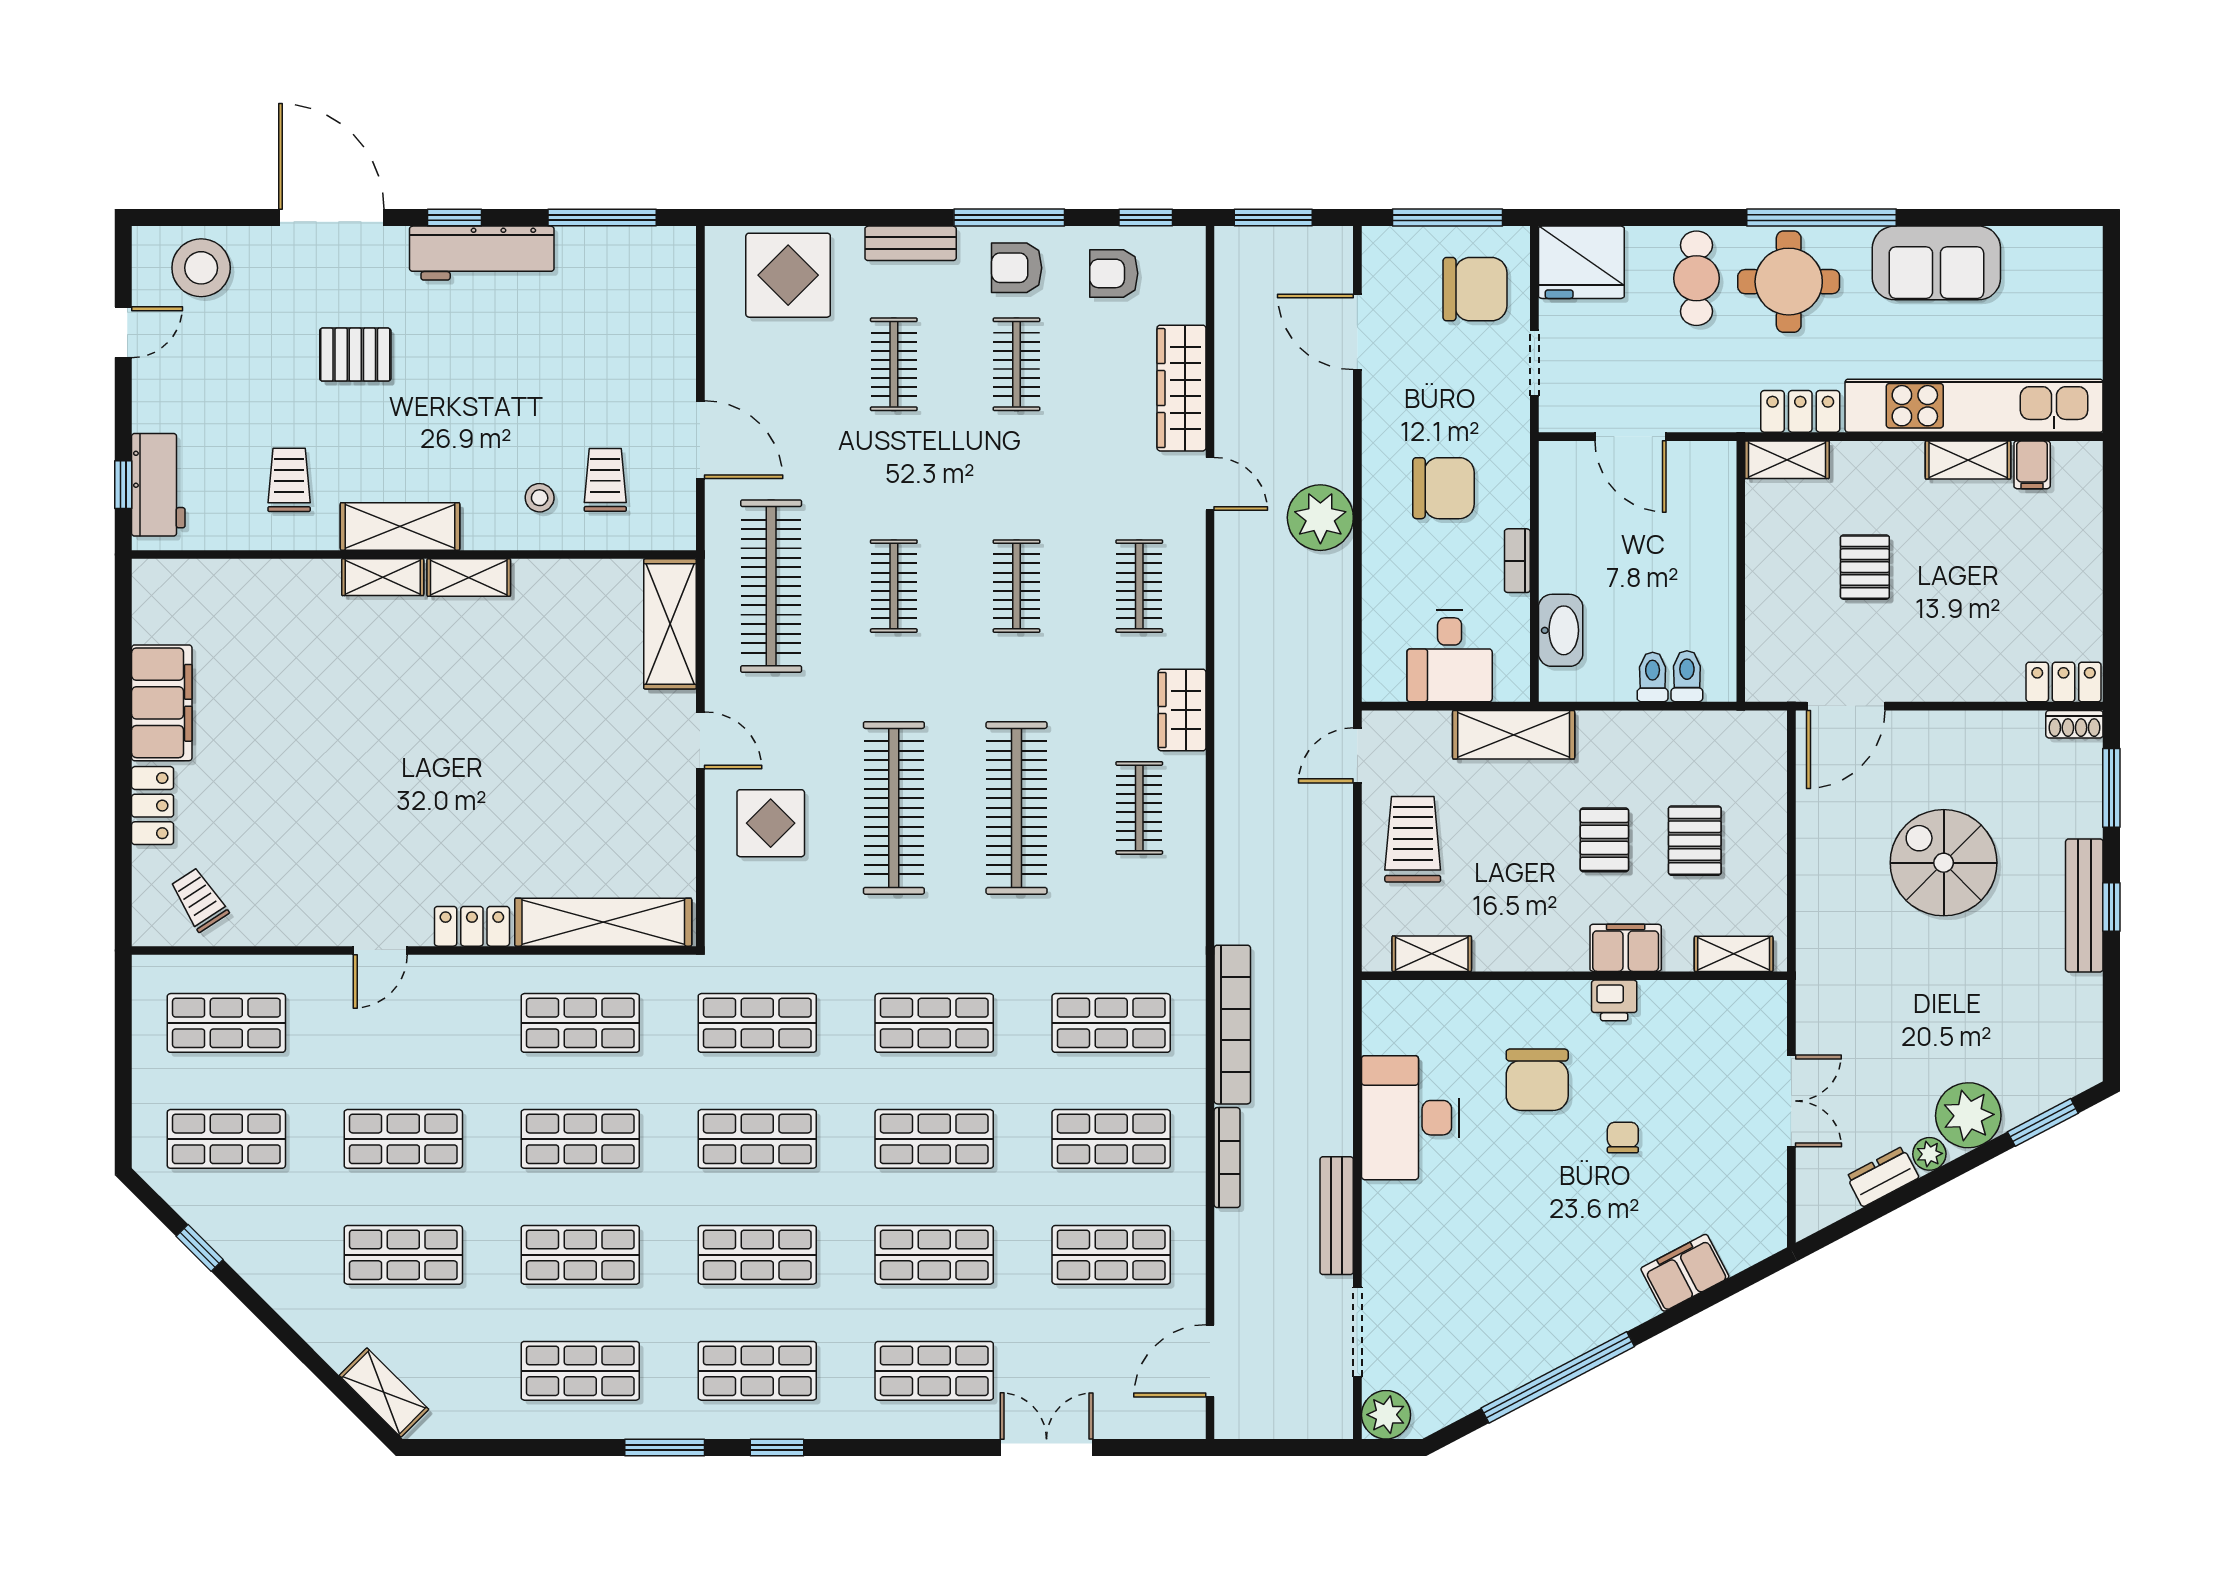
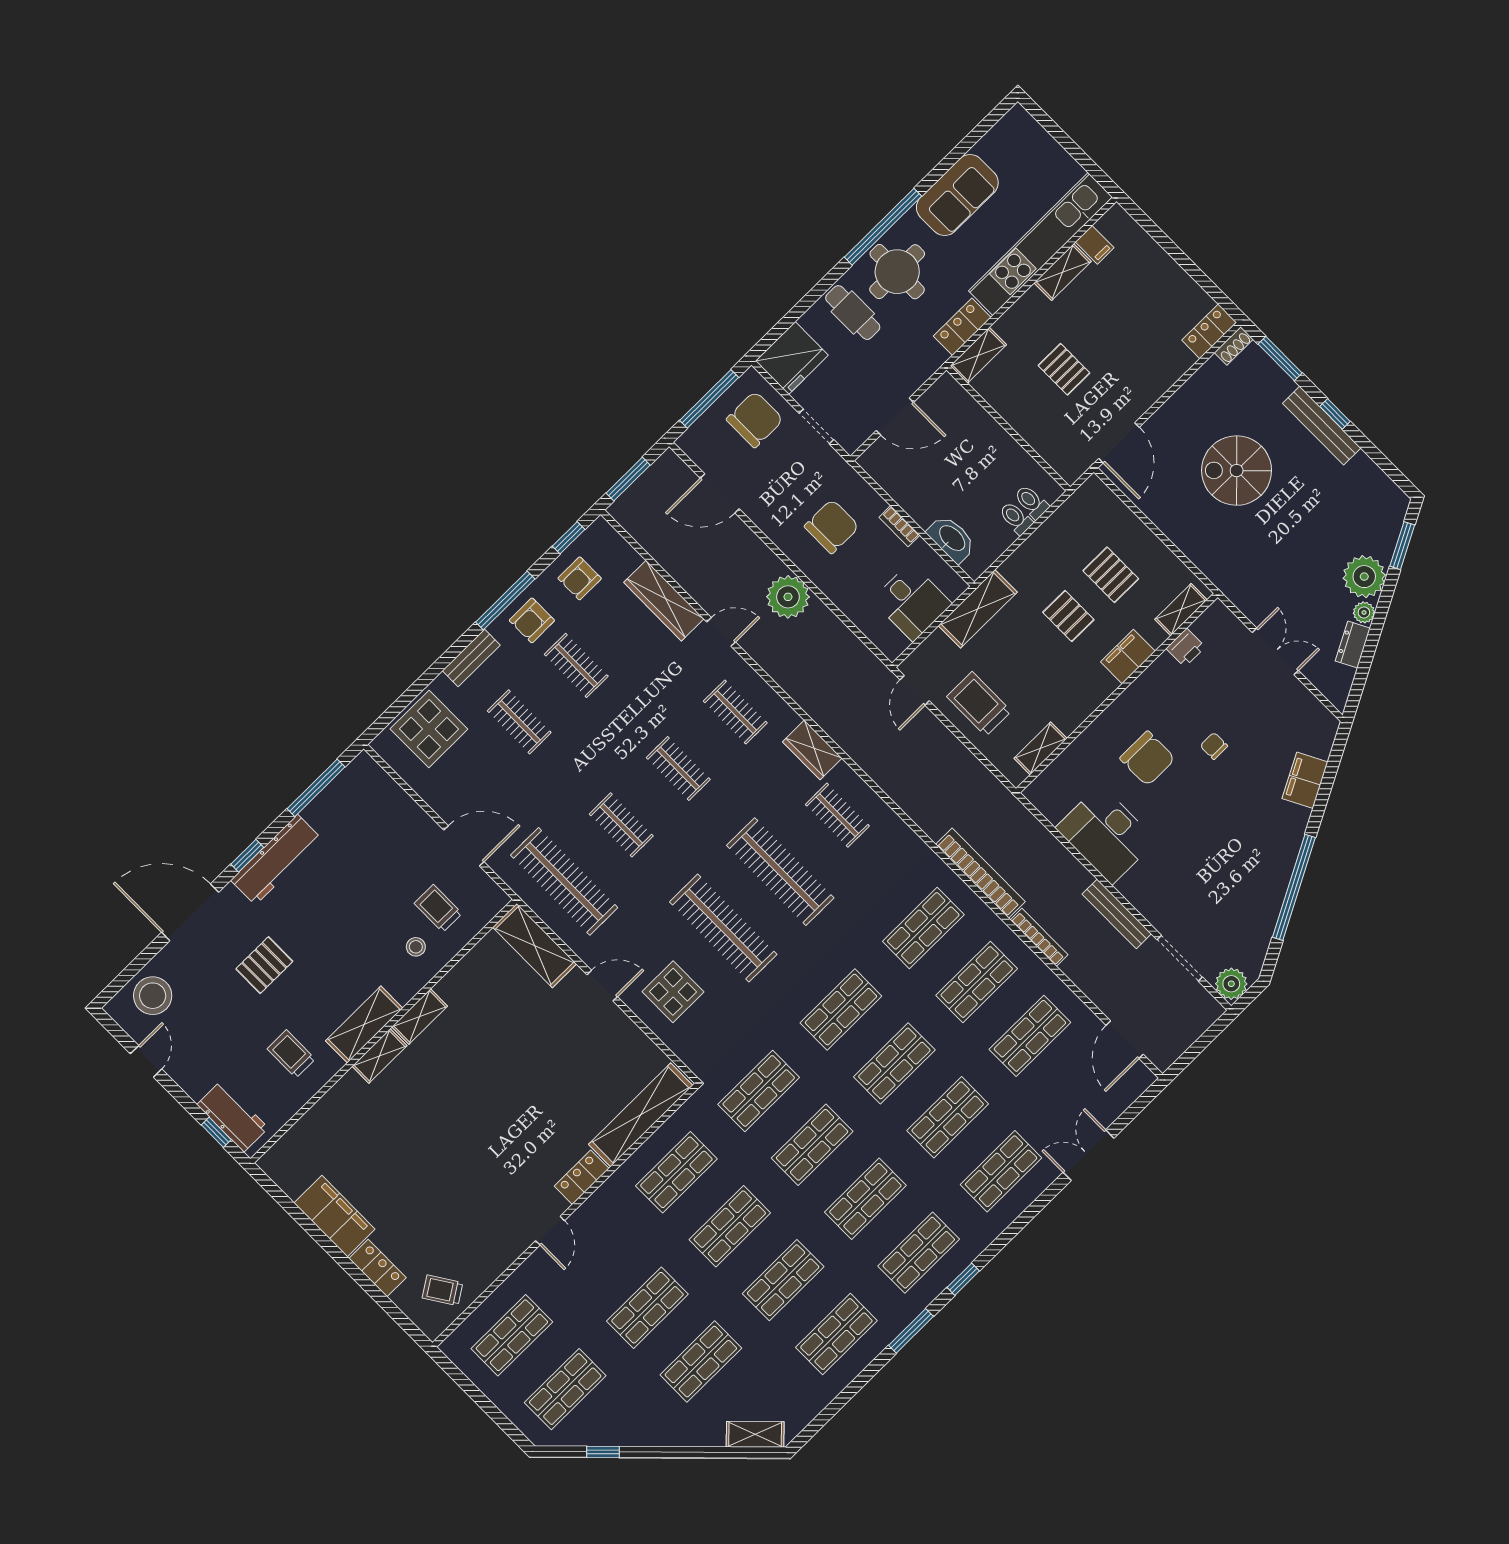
printer: (1614, 1000) -> (1186, 648), moved

